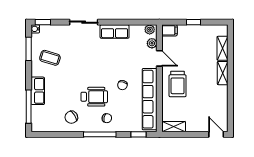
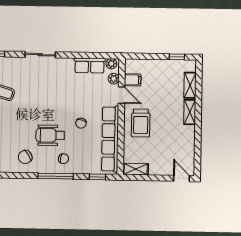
window: (194, 22) -> (177, 57), moved
filing cabinet: (169, 30) -> (133, 80), moved
row of seats: (115, 32) -> (90, 65), moved
wheelchair: (94, 97) -> (50, 135), turned 180

